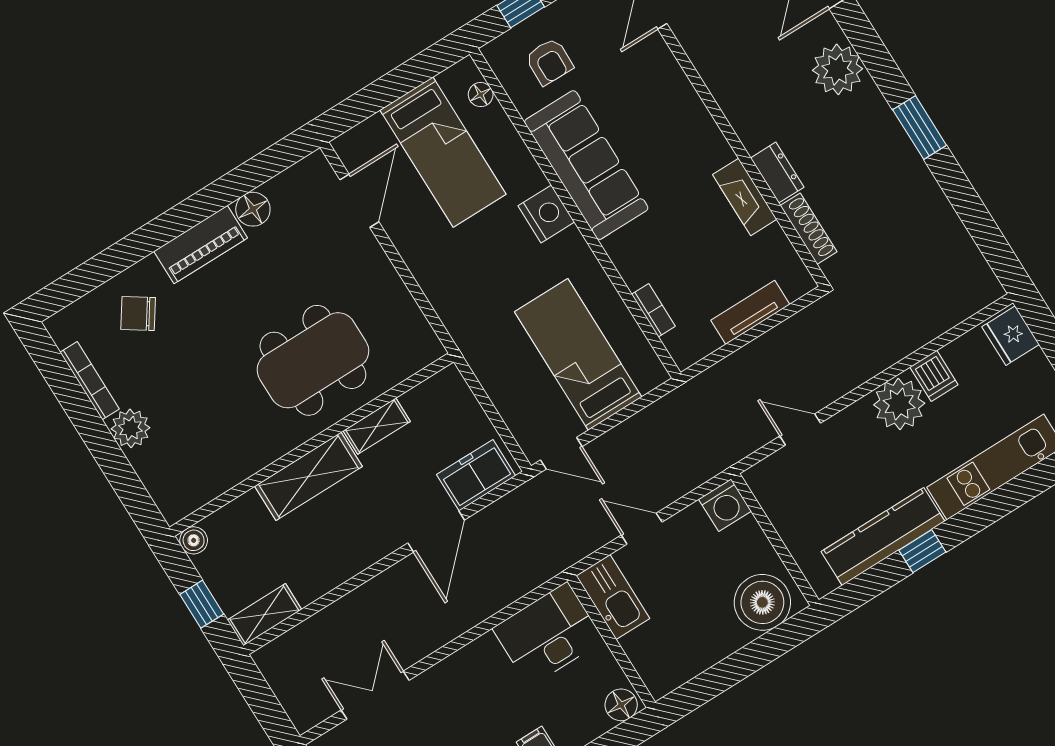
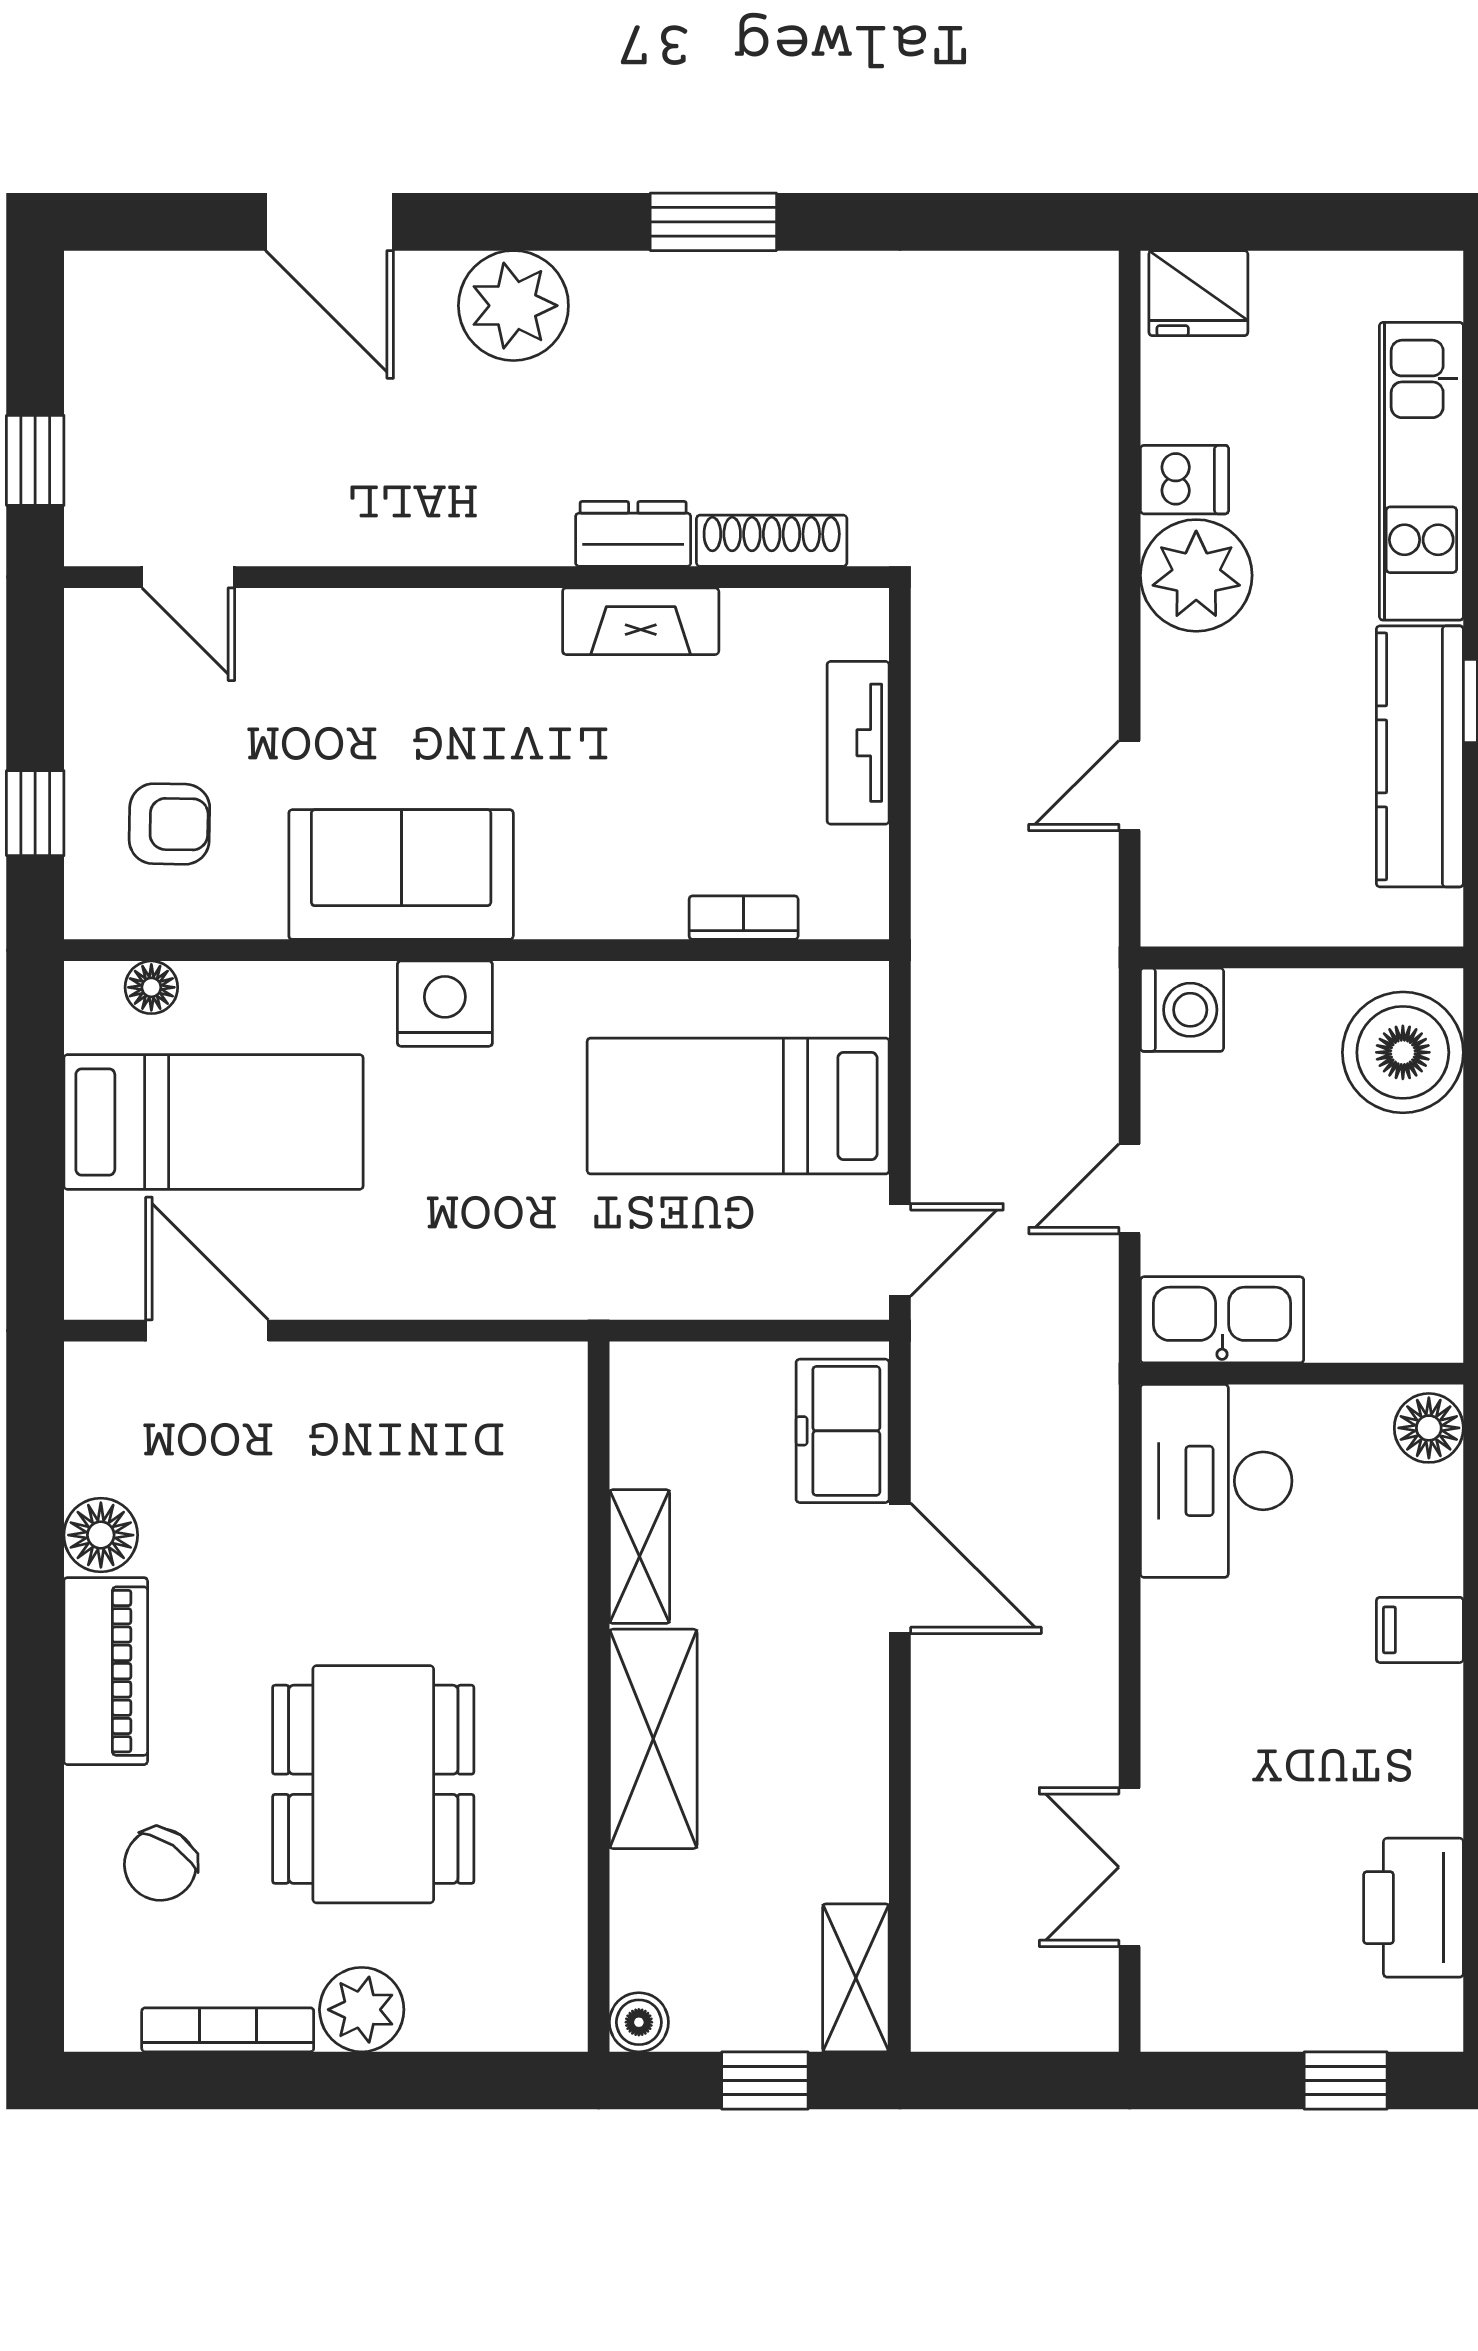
sofa: (586, 165) -> (401, 875), width x0.73
dining table: (313, 360) -> (373, 1784), moved

